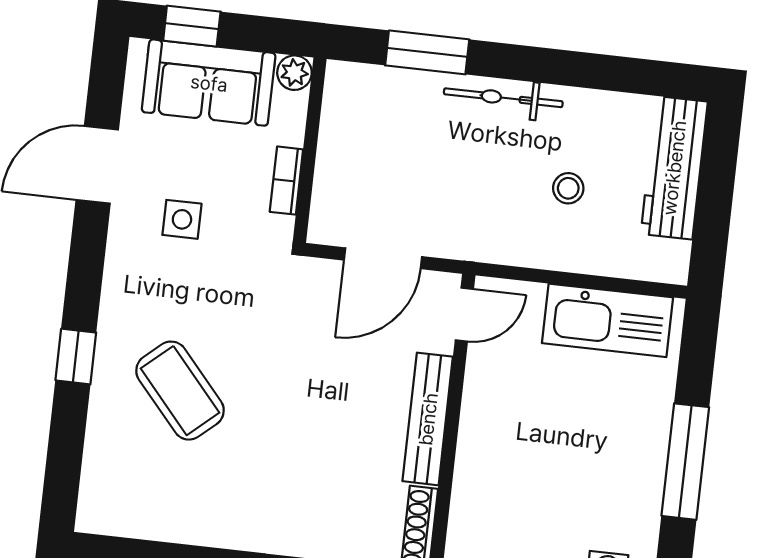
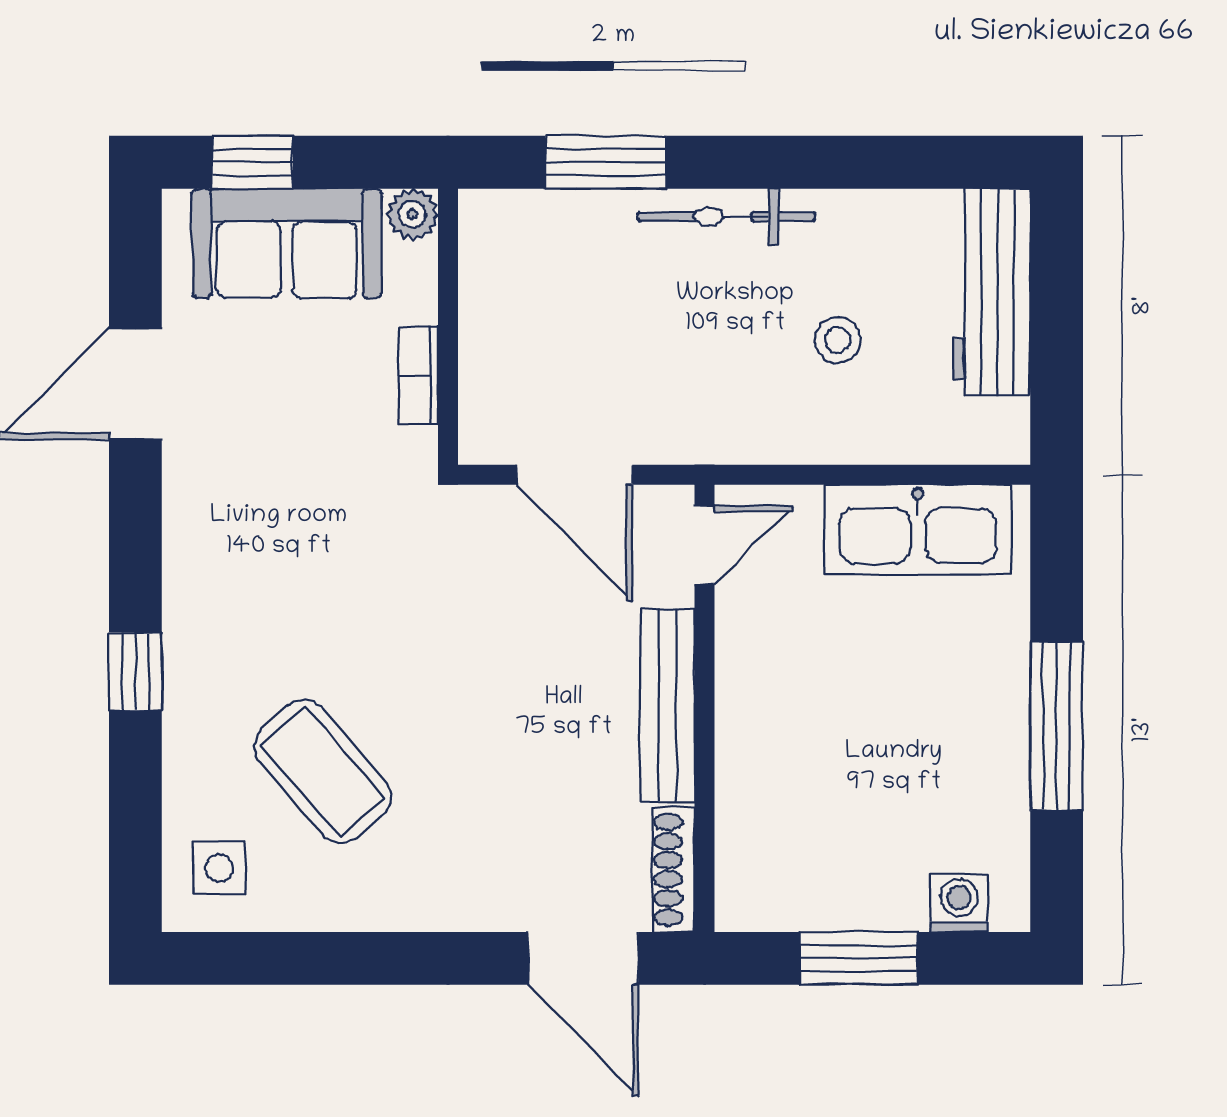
side table: (182, 219) -> (219, 868), moved
door: (383, 258) -> (575, 475), hinge flipped
coffee table: (180, 391) -> (323, 772), moved

